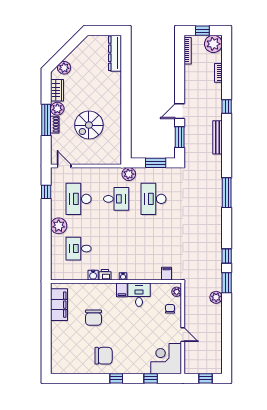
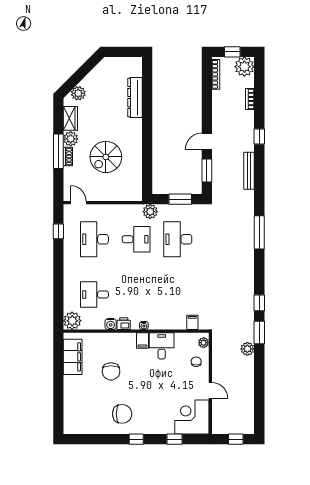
dresser: (115, 53) -> (135, 98), moved
plant: (59, 226) -> (72, 321), moved

